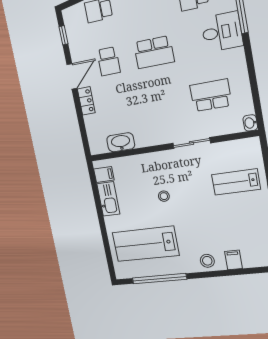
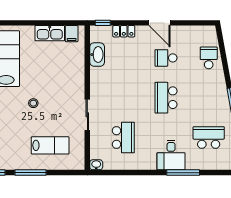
window: (63, 35) -> (103, 23), moved
locker: (86, 101) -> (124, 31), moved
lab bench: (236, 182) -> (50, 145), turned 90
stool: (164, 196) -> (33, 103), moved

